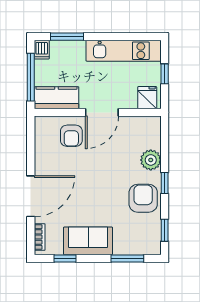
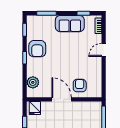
kitchen counter: (56, 98) -> (88, 108), removed
door: (102, 112) -> (62, 99), hinge flipped
plant: (151, 160) -> (33, 82), moved
door: (31, 196) -> (104, 50), width x0.53

